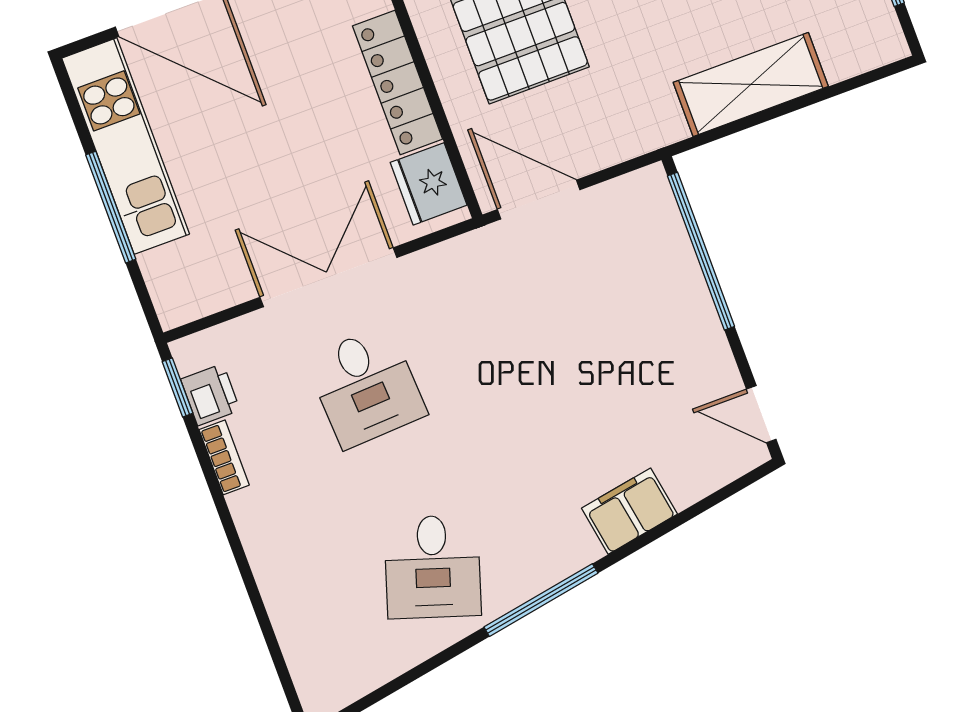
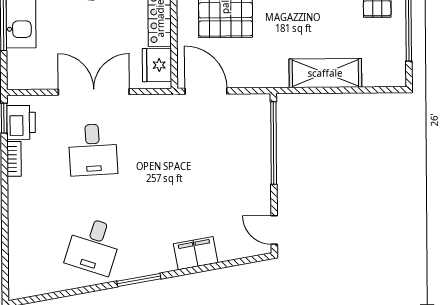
printer: (210, 395) -> (21, 122), width x1.36, depth x1.24
window: (541, 600) -> (139, 280), width x0.69

